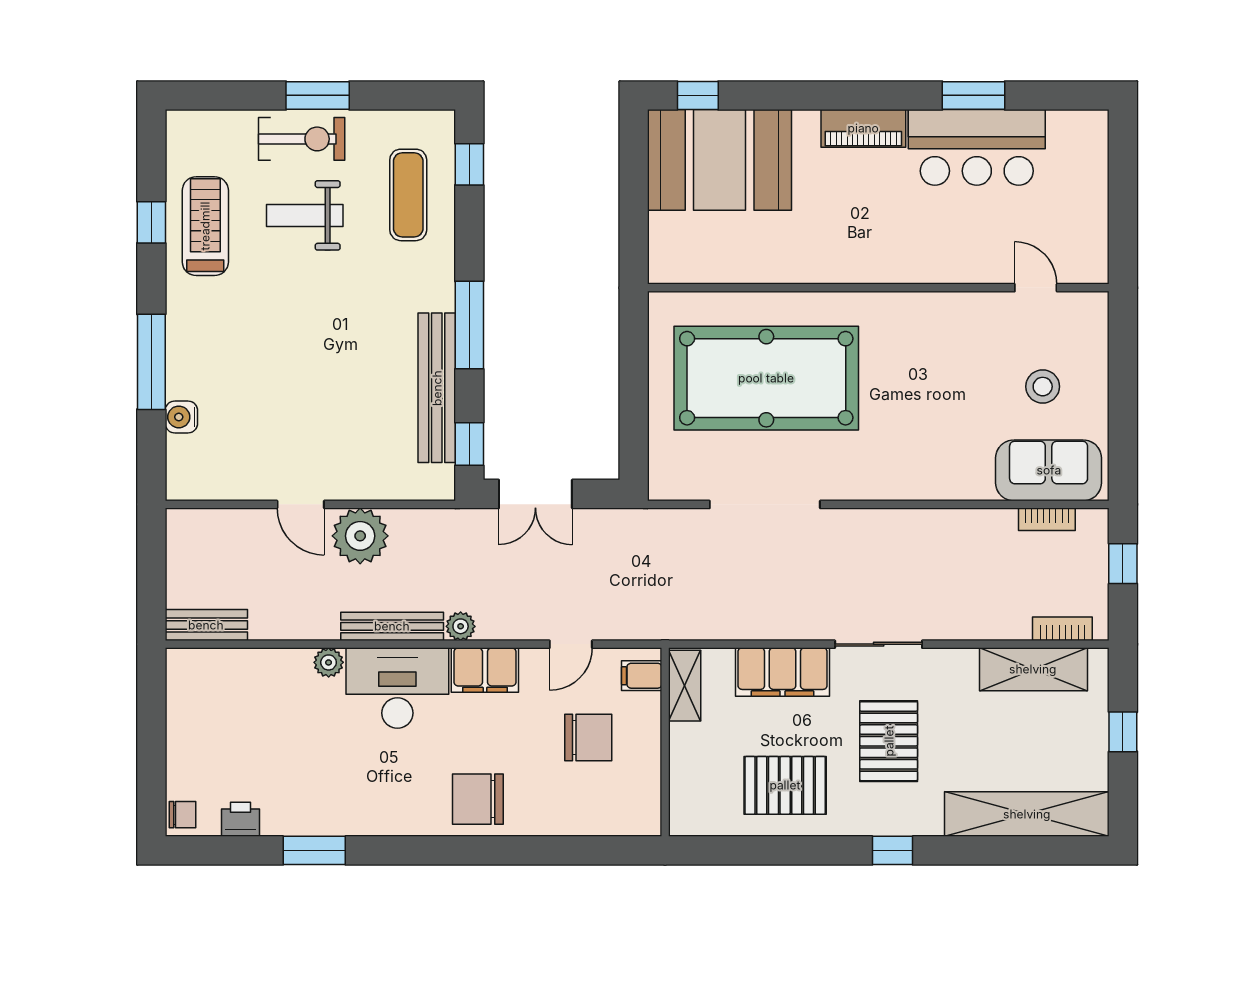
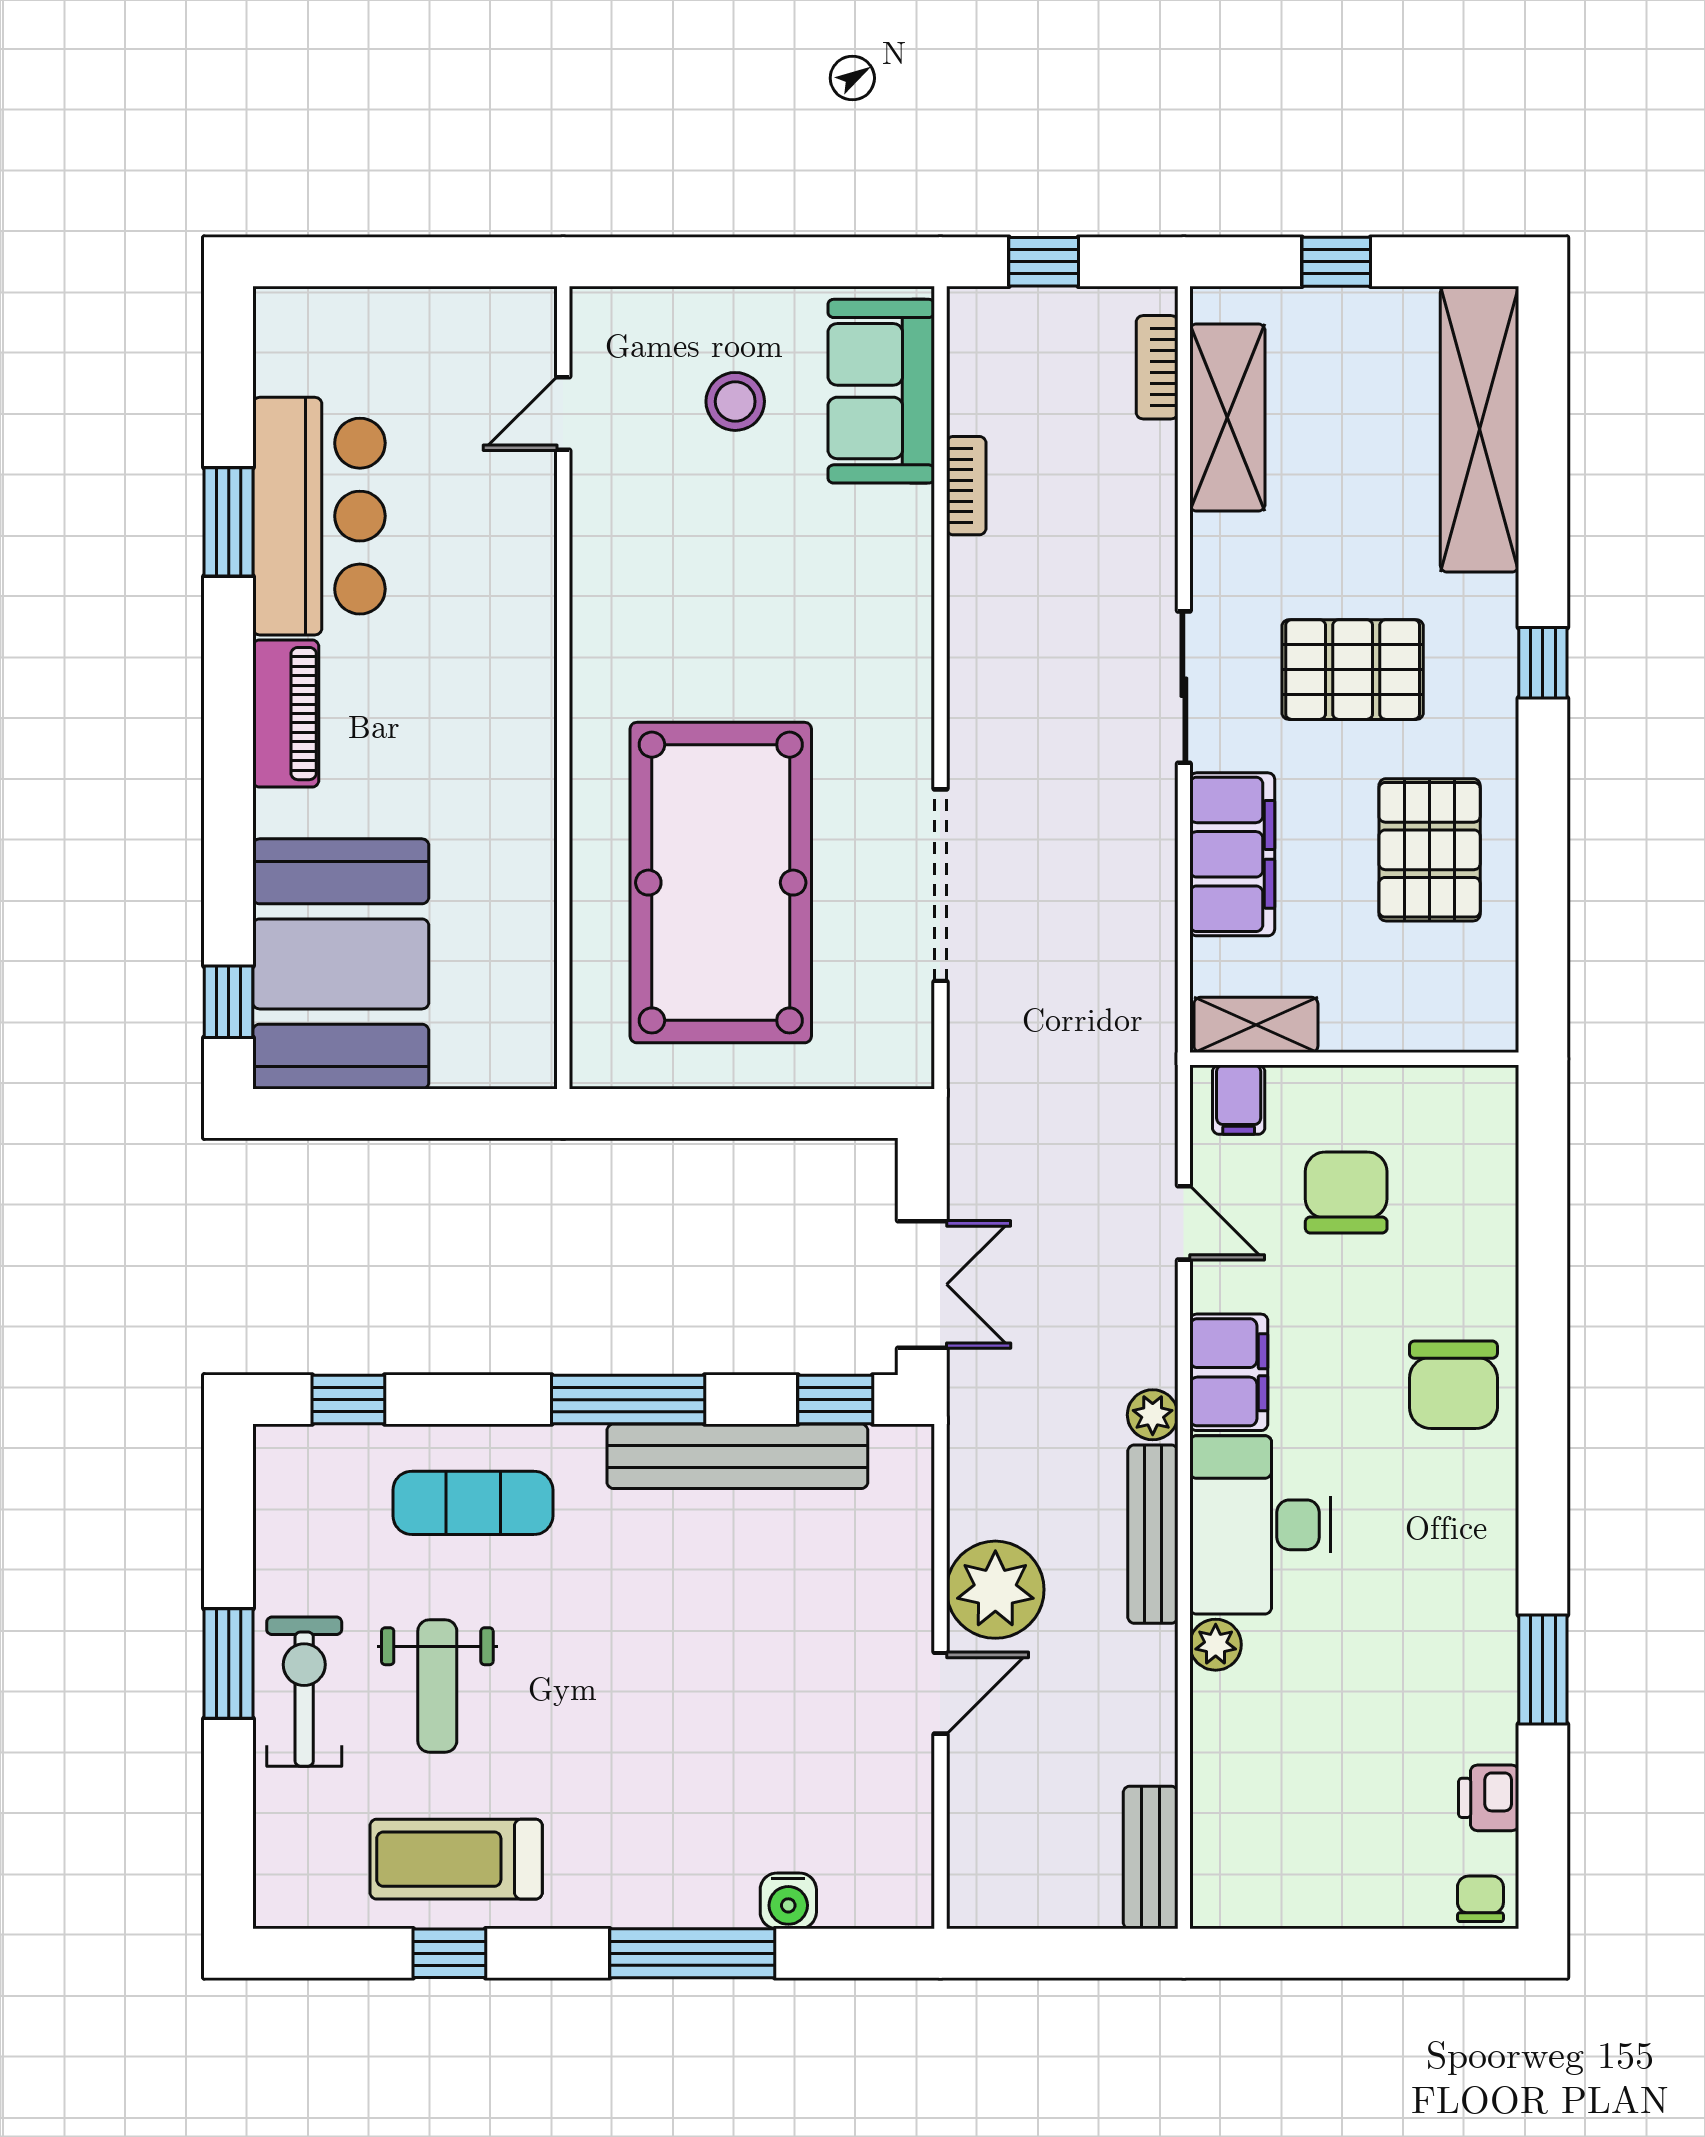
exercise mat: (408, 195) -> (473, 1503), moved
bookcase: (1047, 519) -> (966, 486), moved

